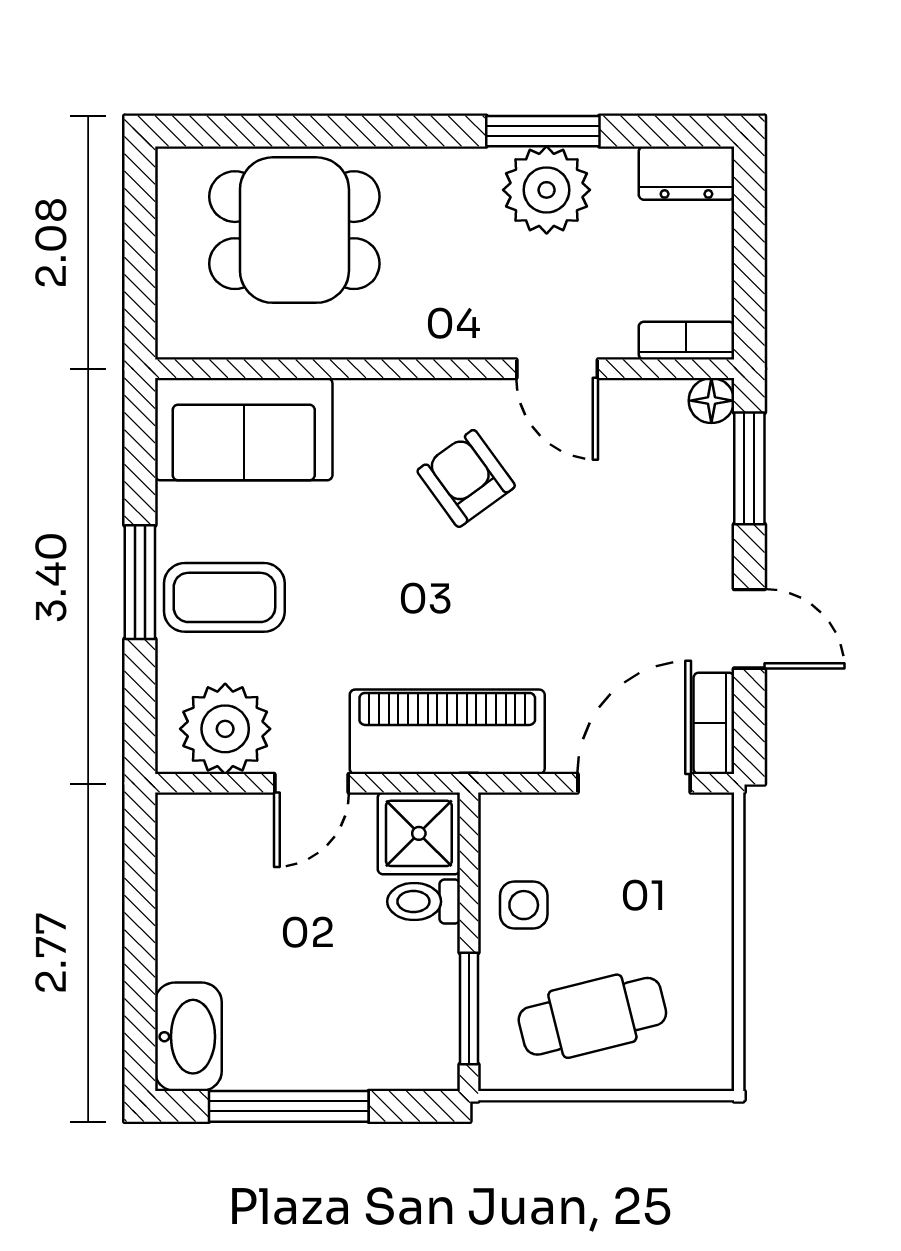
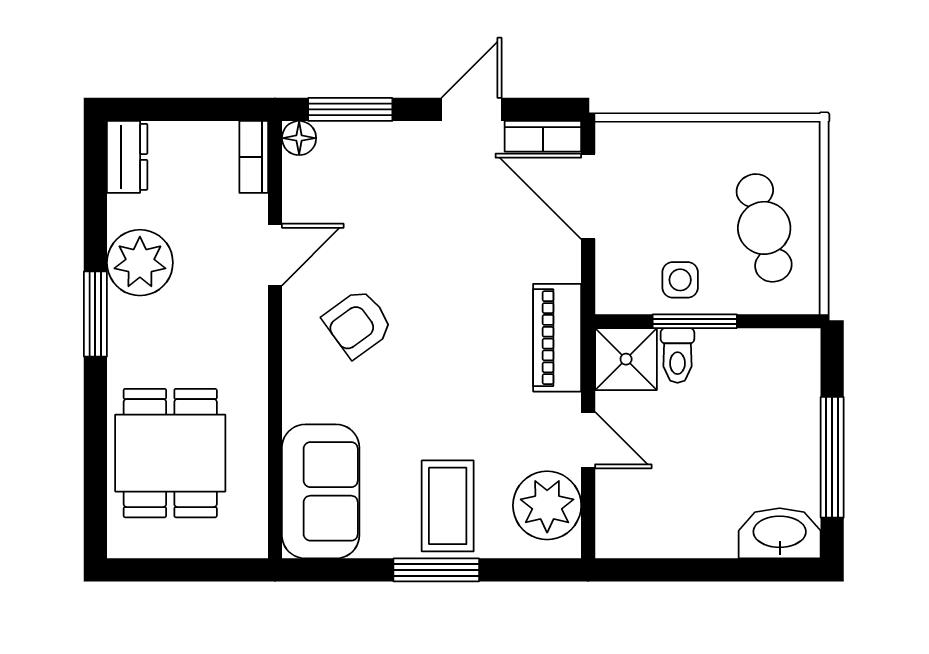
window: (543, 131) -> (95, 314), moved
piano: (447, 732) -> (557, 338), width x0.73, depth x0.75
window: (469, 1009) -> (695, 321), moved

